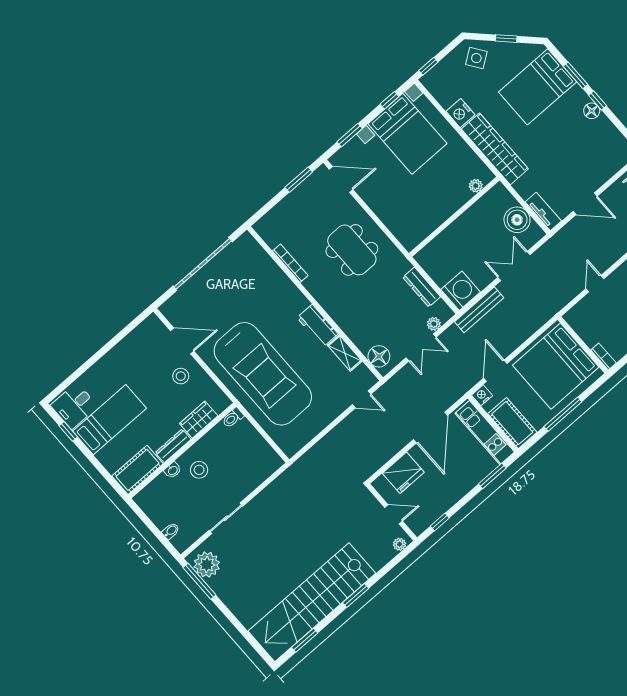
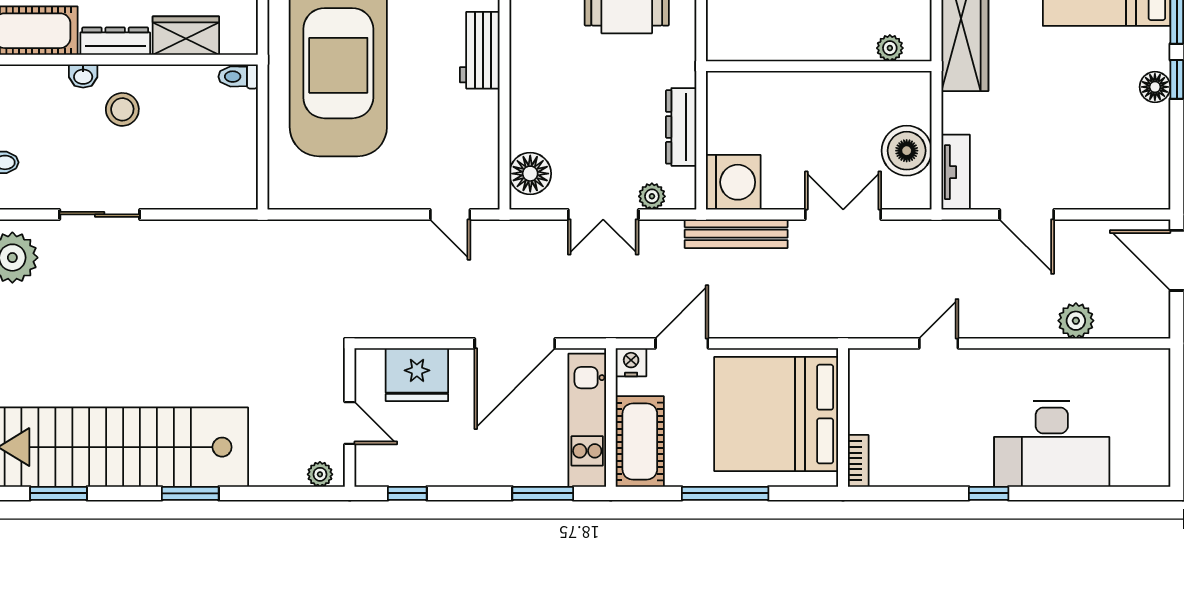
shelving: (345, 353) -> (484, 125), removed

